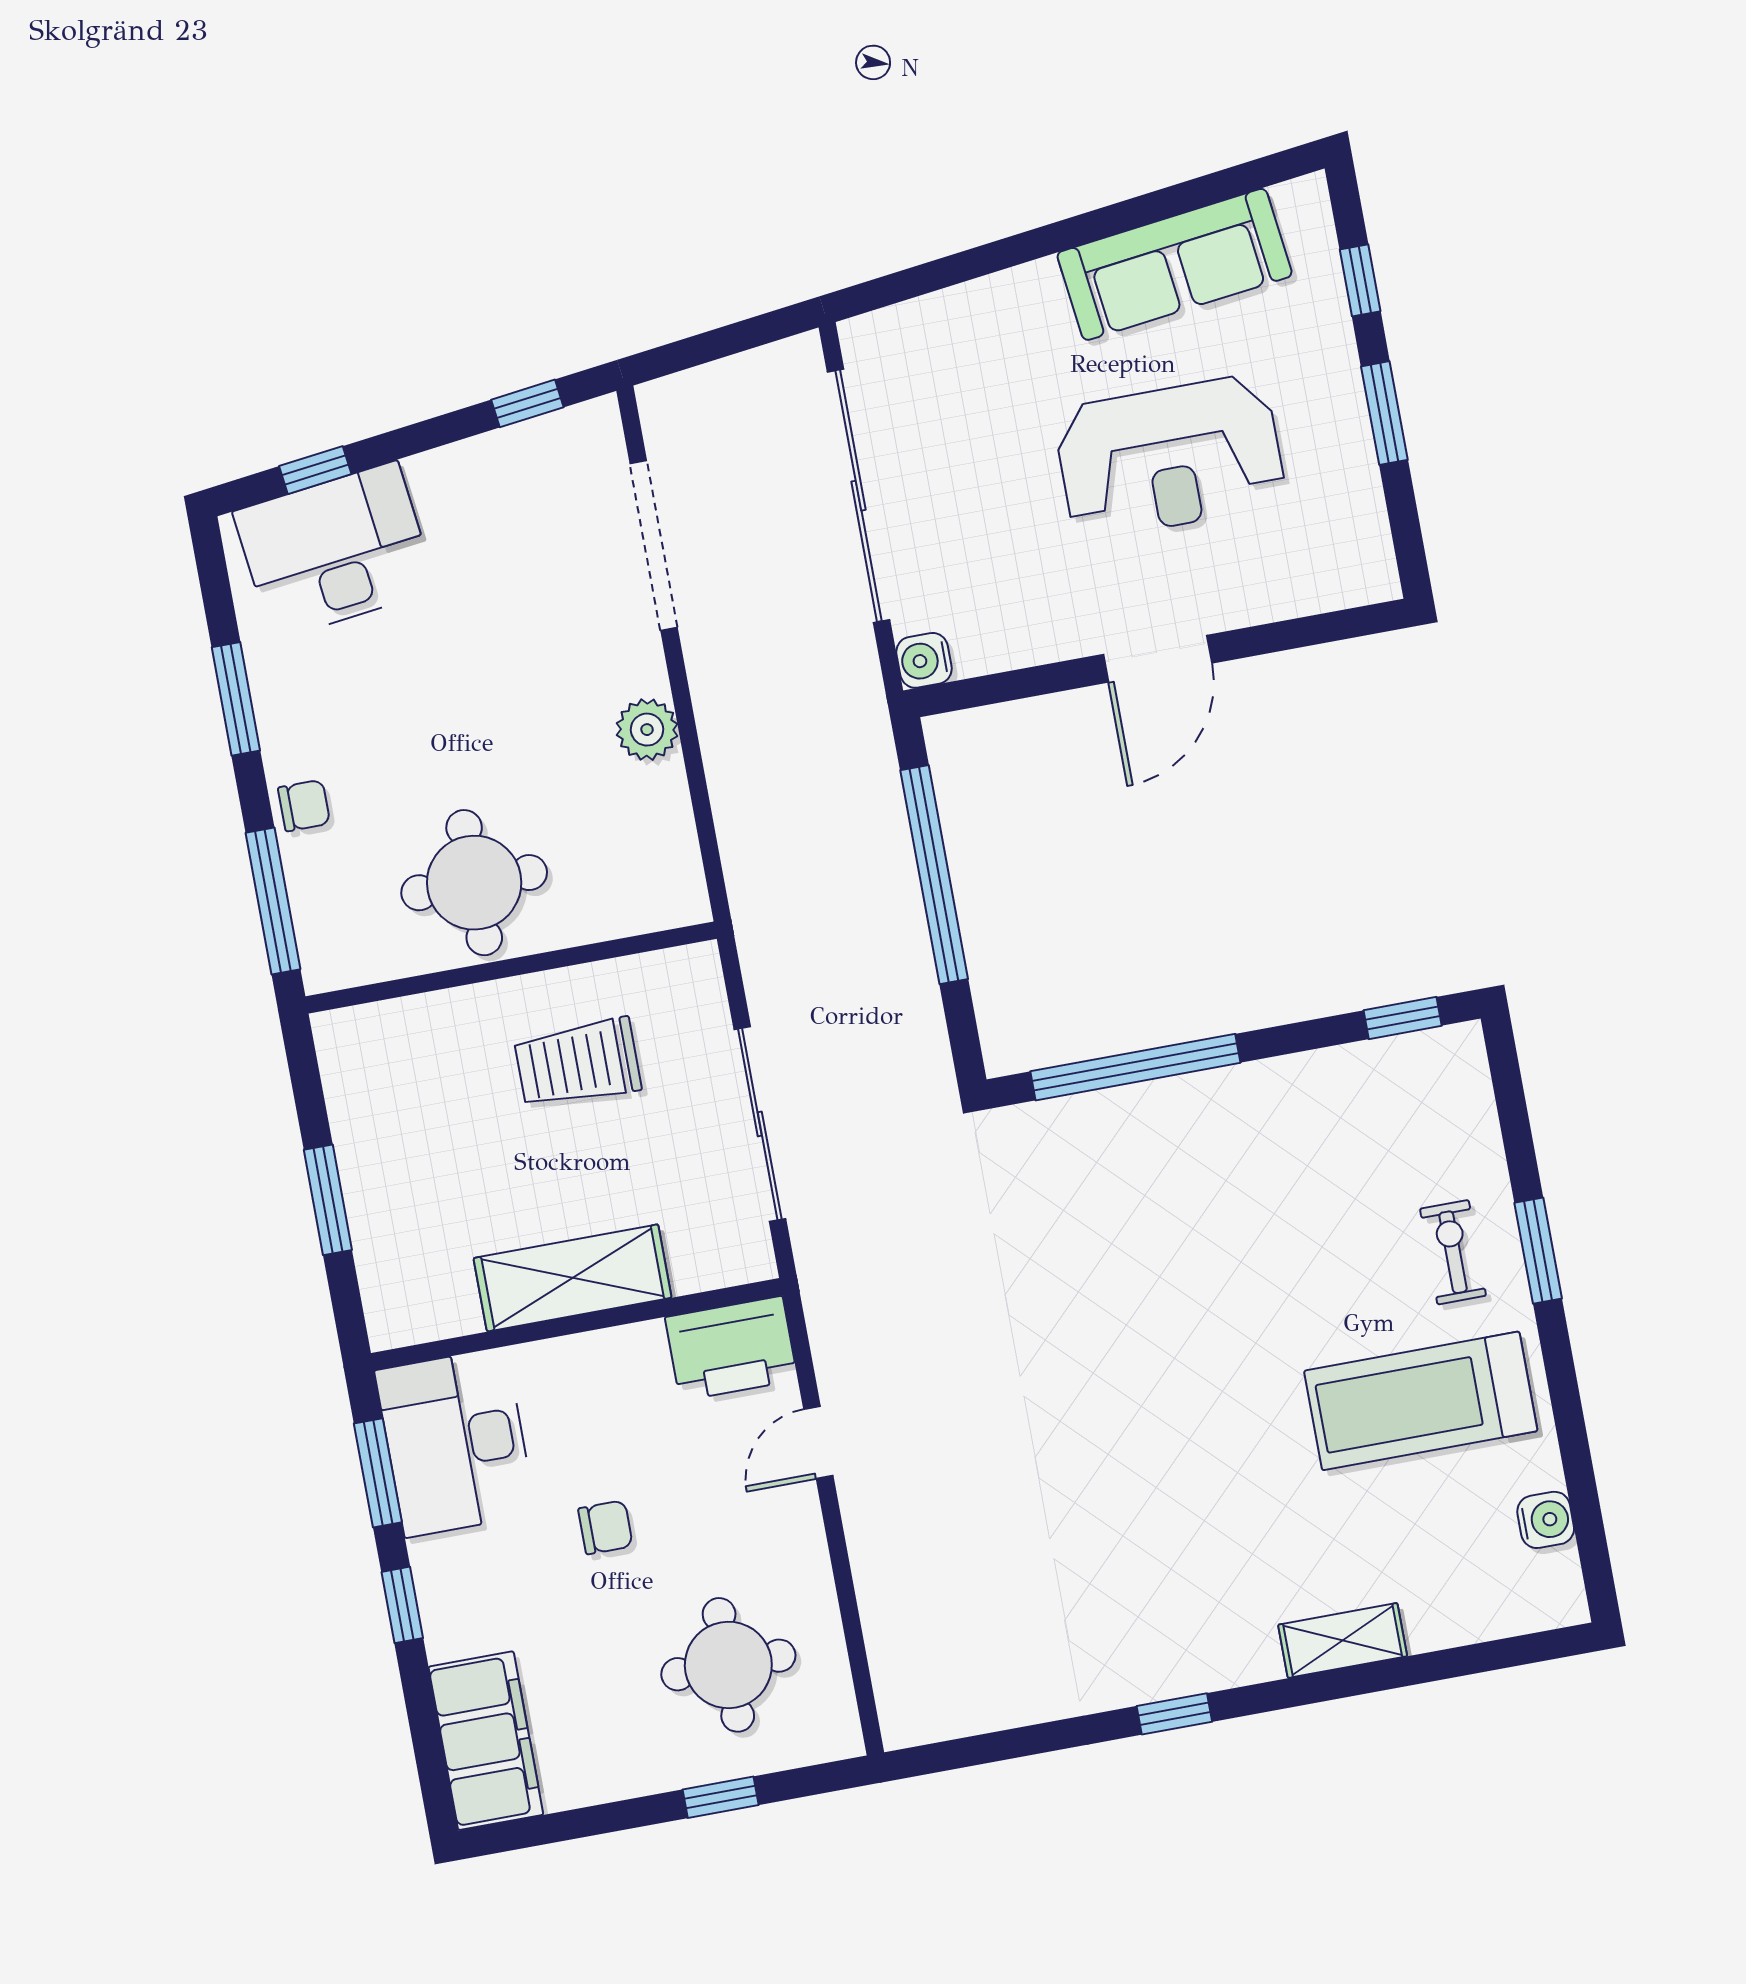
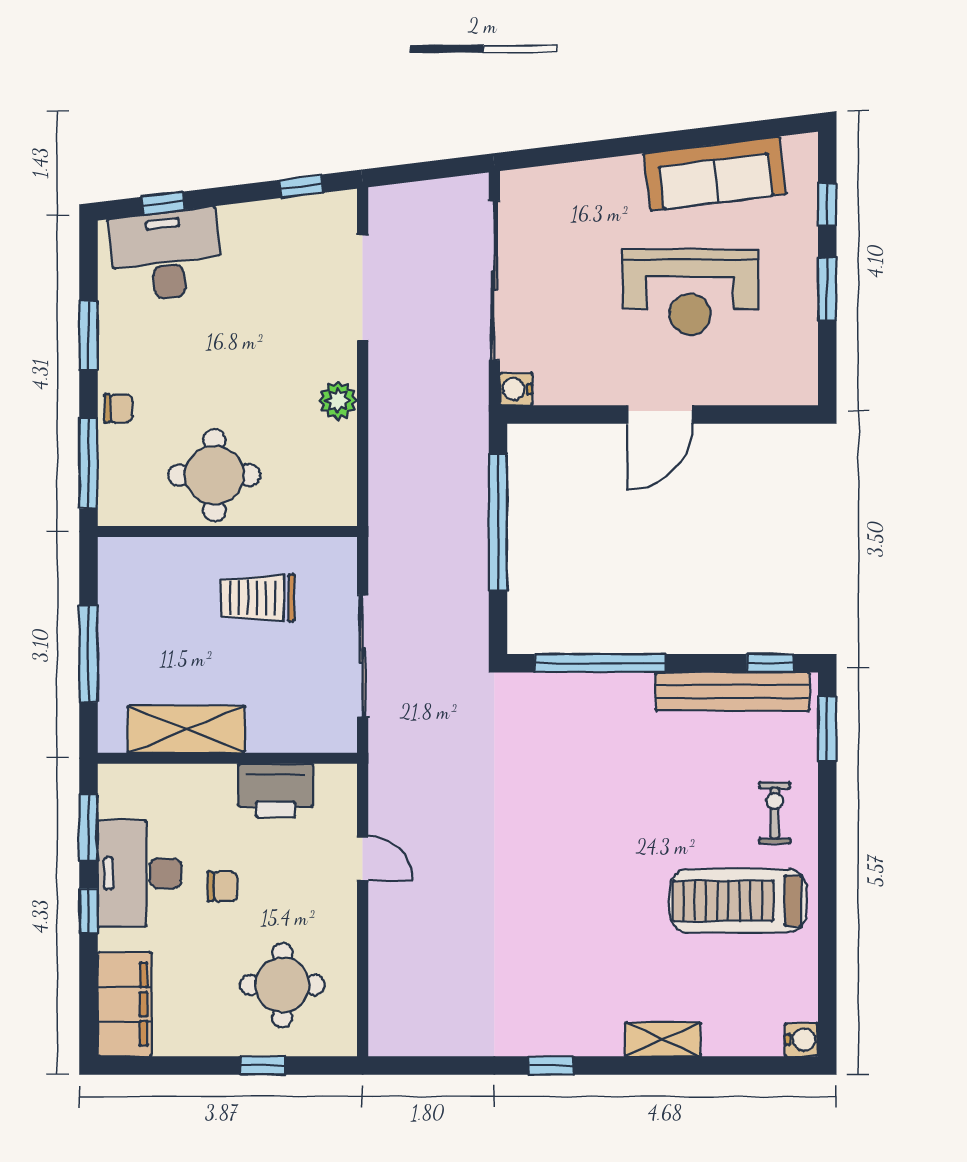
bench: (1351, 1073) -> (732, 692), added
window: (328, 1200) -> (88, 654), width x1.44
window: (1538, 1251) -> (827, 729), moved
shelving: (573, 1278) -> (186, 729), moved
printer: (731, 1348) -> (276, 791), moved
desk: (455, 1442) -> (140, 873), moved
door: (818, 1442) -> (363, 858), swing flipped
water cooler: (1546, 1520) -> (801, 1040), moved

